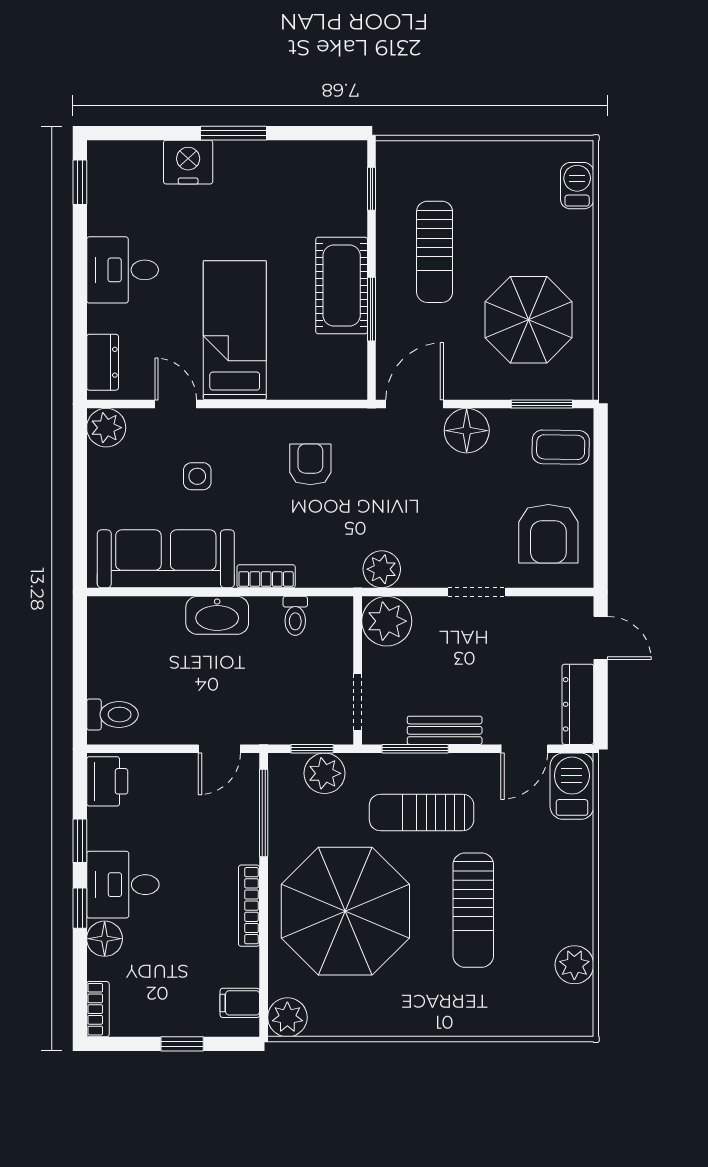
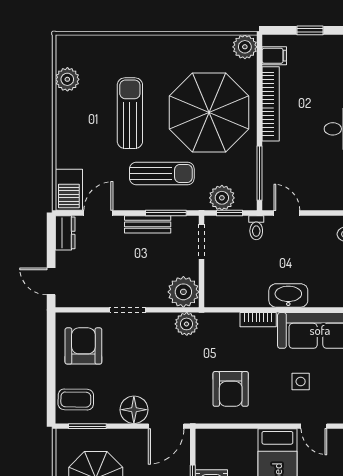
armchair: (310, 464) -> (231, 389), width x1.38, depth x1.38
toilet: (295, 616) -> (256, 228), moved, turned 180
dresser: (578, 704) -> (65, 233), width x0.70
door: (219, 749) -> (287, 213), hinge flipped
bookcase: (249, 906) -> (271, 104), width x1.48, depth x1.31

